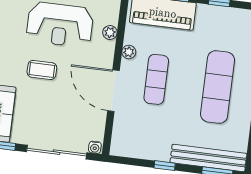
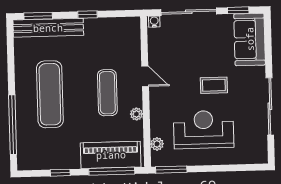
plant: (110, 32) -> (157, 144), moved
door: (113, 91) -> (145, 76), width x0.53

